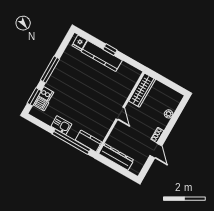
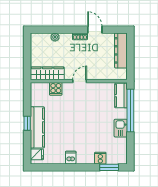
window: (50, 69) -> (76, 167), removed
cooker: (125, 90) -> (56, 89), added
dishwasher: (41, 104) -> (71, 158), moved
door: (156, 151) -> (95, 30), hinge flipped
dresser: (116, 157) -> (121, 50), moved

